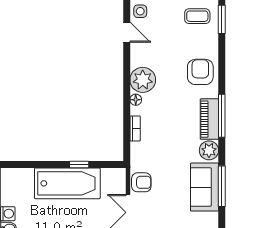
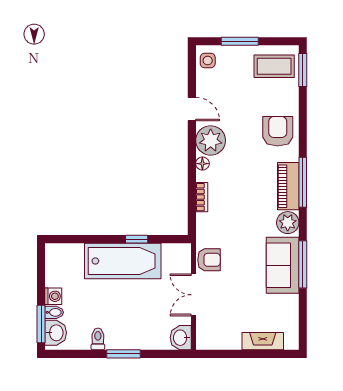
coffee table: (197, 16) -> (274, 66), width x1.36, depth x1.30
door: (127, 32) -> (192, 109), moved

